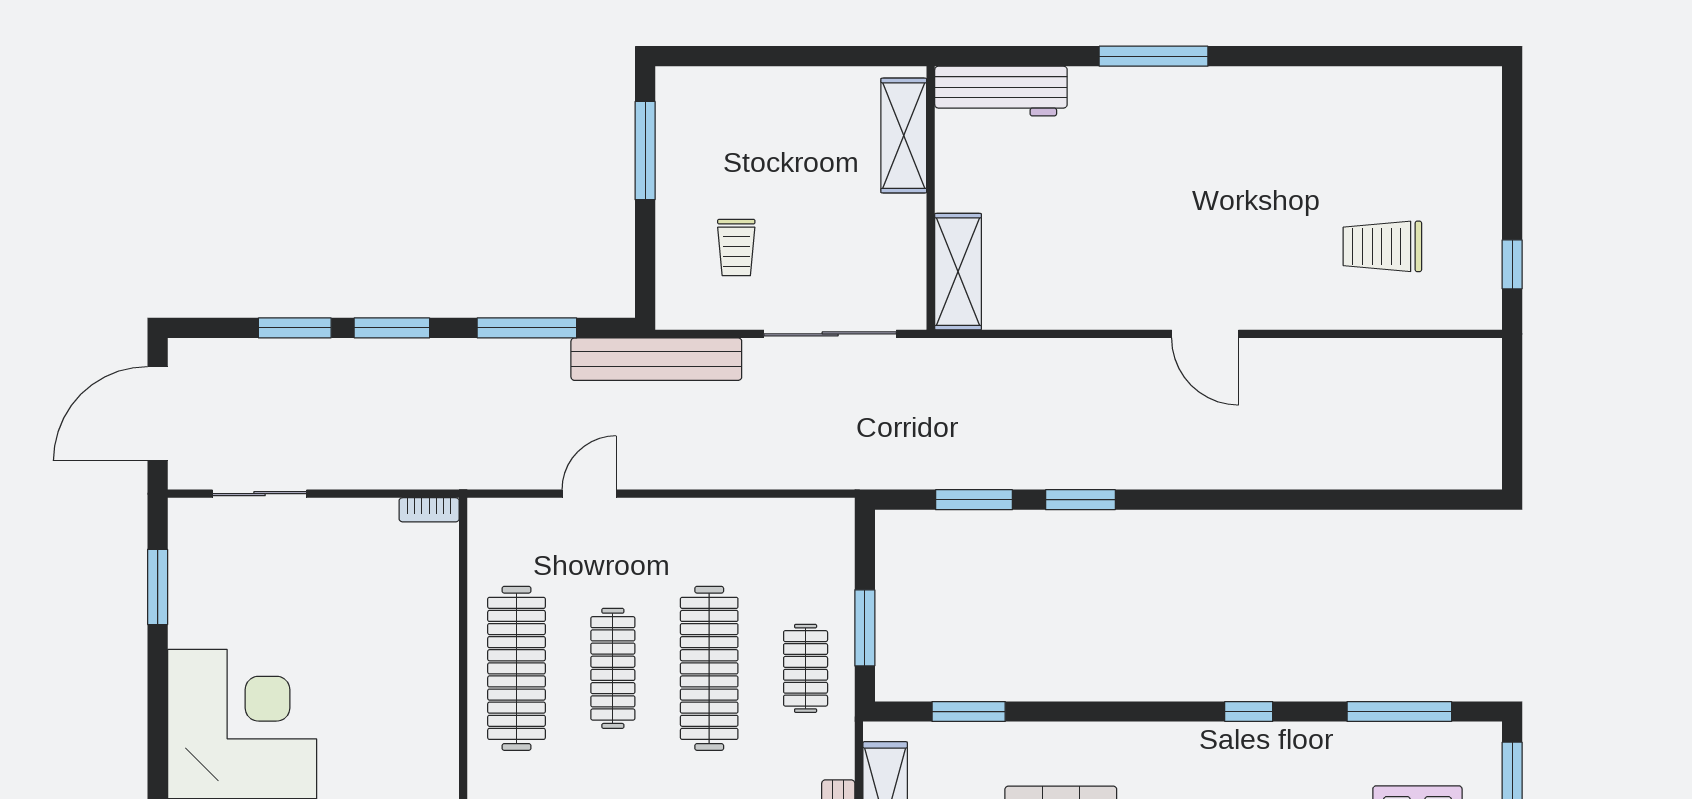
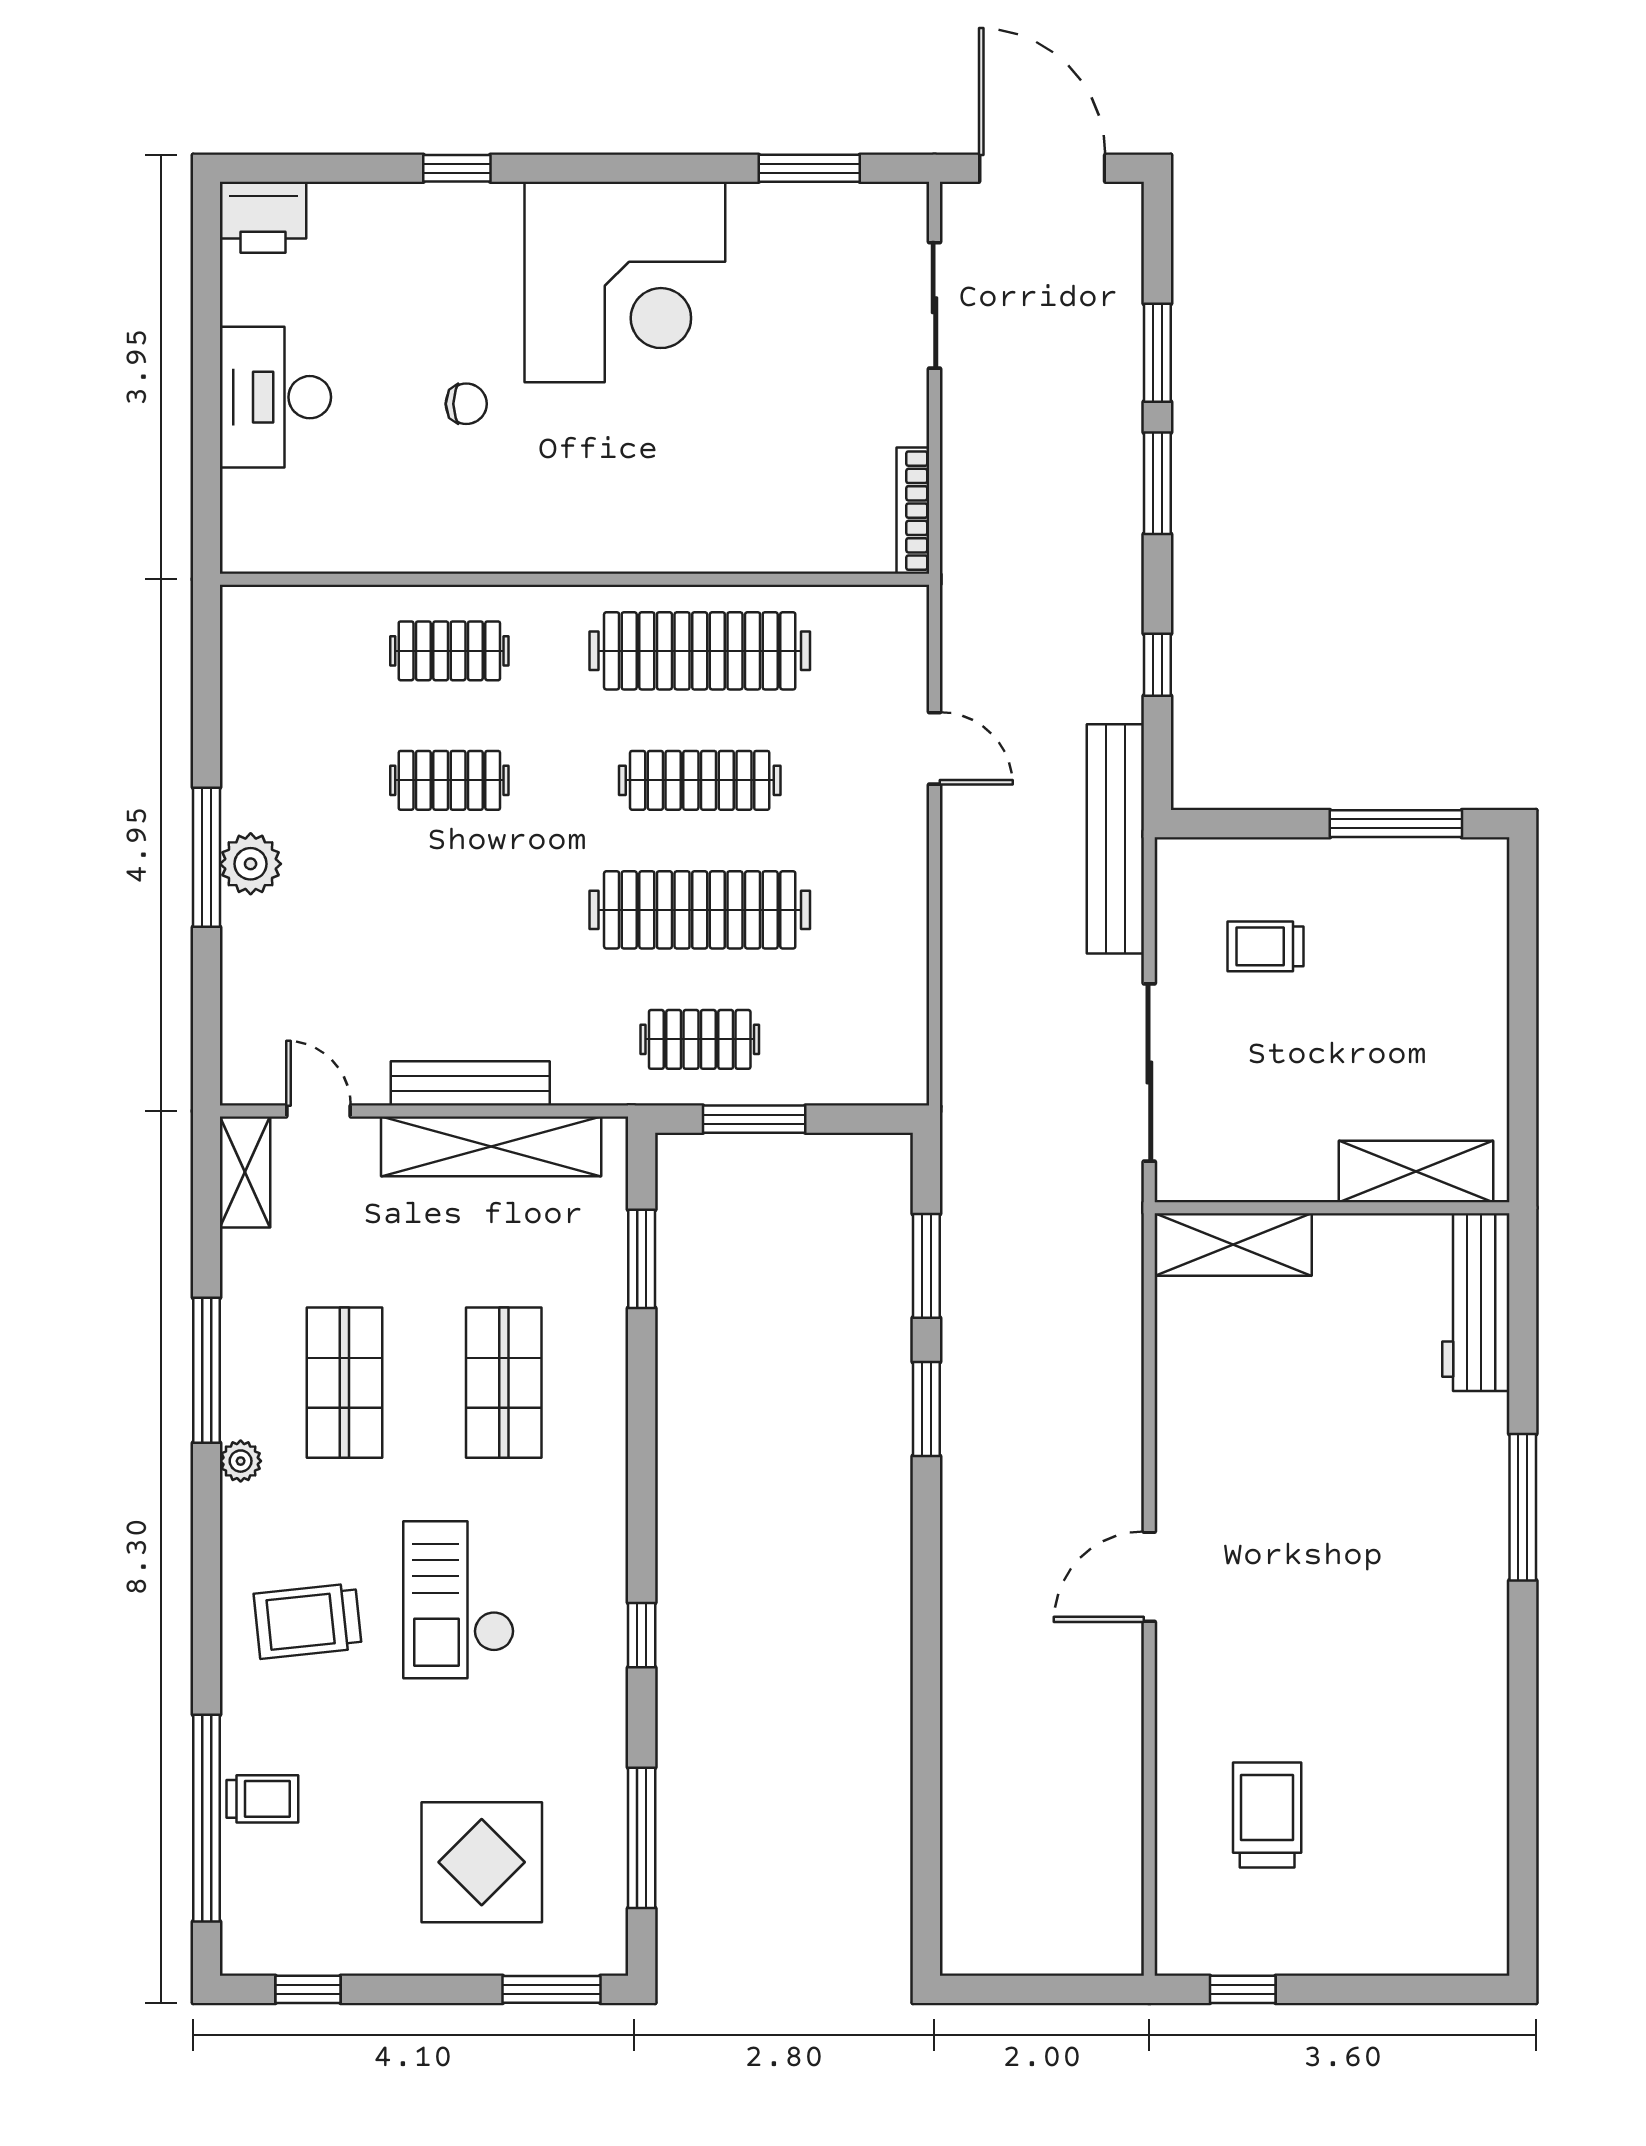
window: (527, 328) -> (1157, 665), width x0.46
bookcase: (429, 510) -> (913, 511), width x1.56

